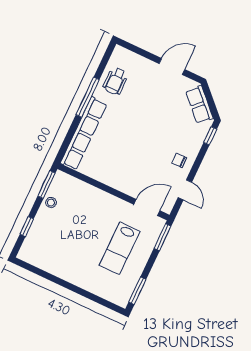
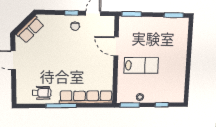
window: (210, 136) -> (71, 13), moved
door: (147, 208) -> (116, 46), moved
lab bench: (120, 248) -> (141, 65), moved

